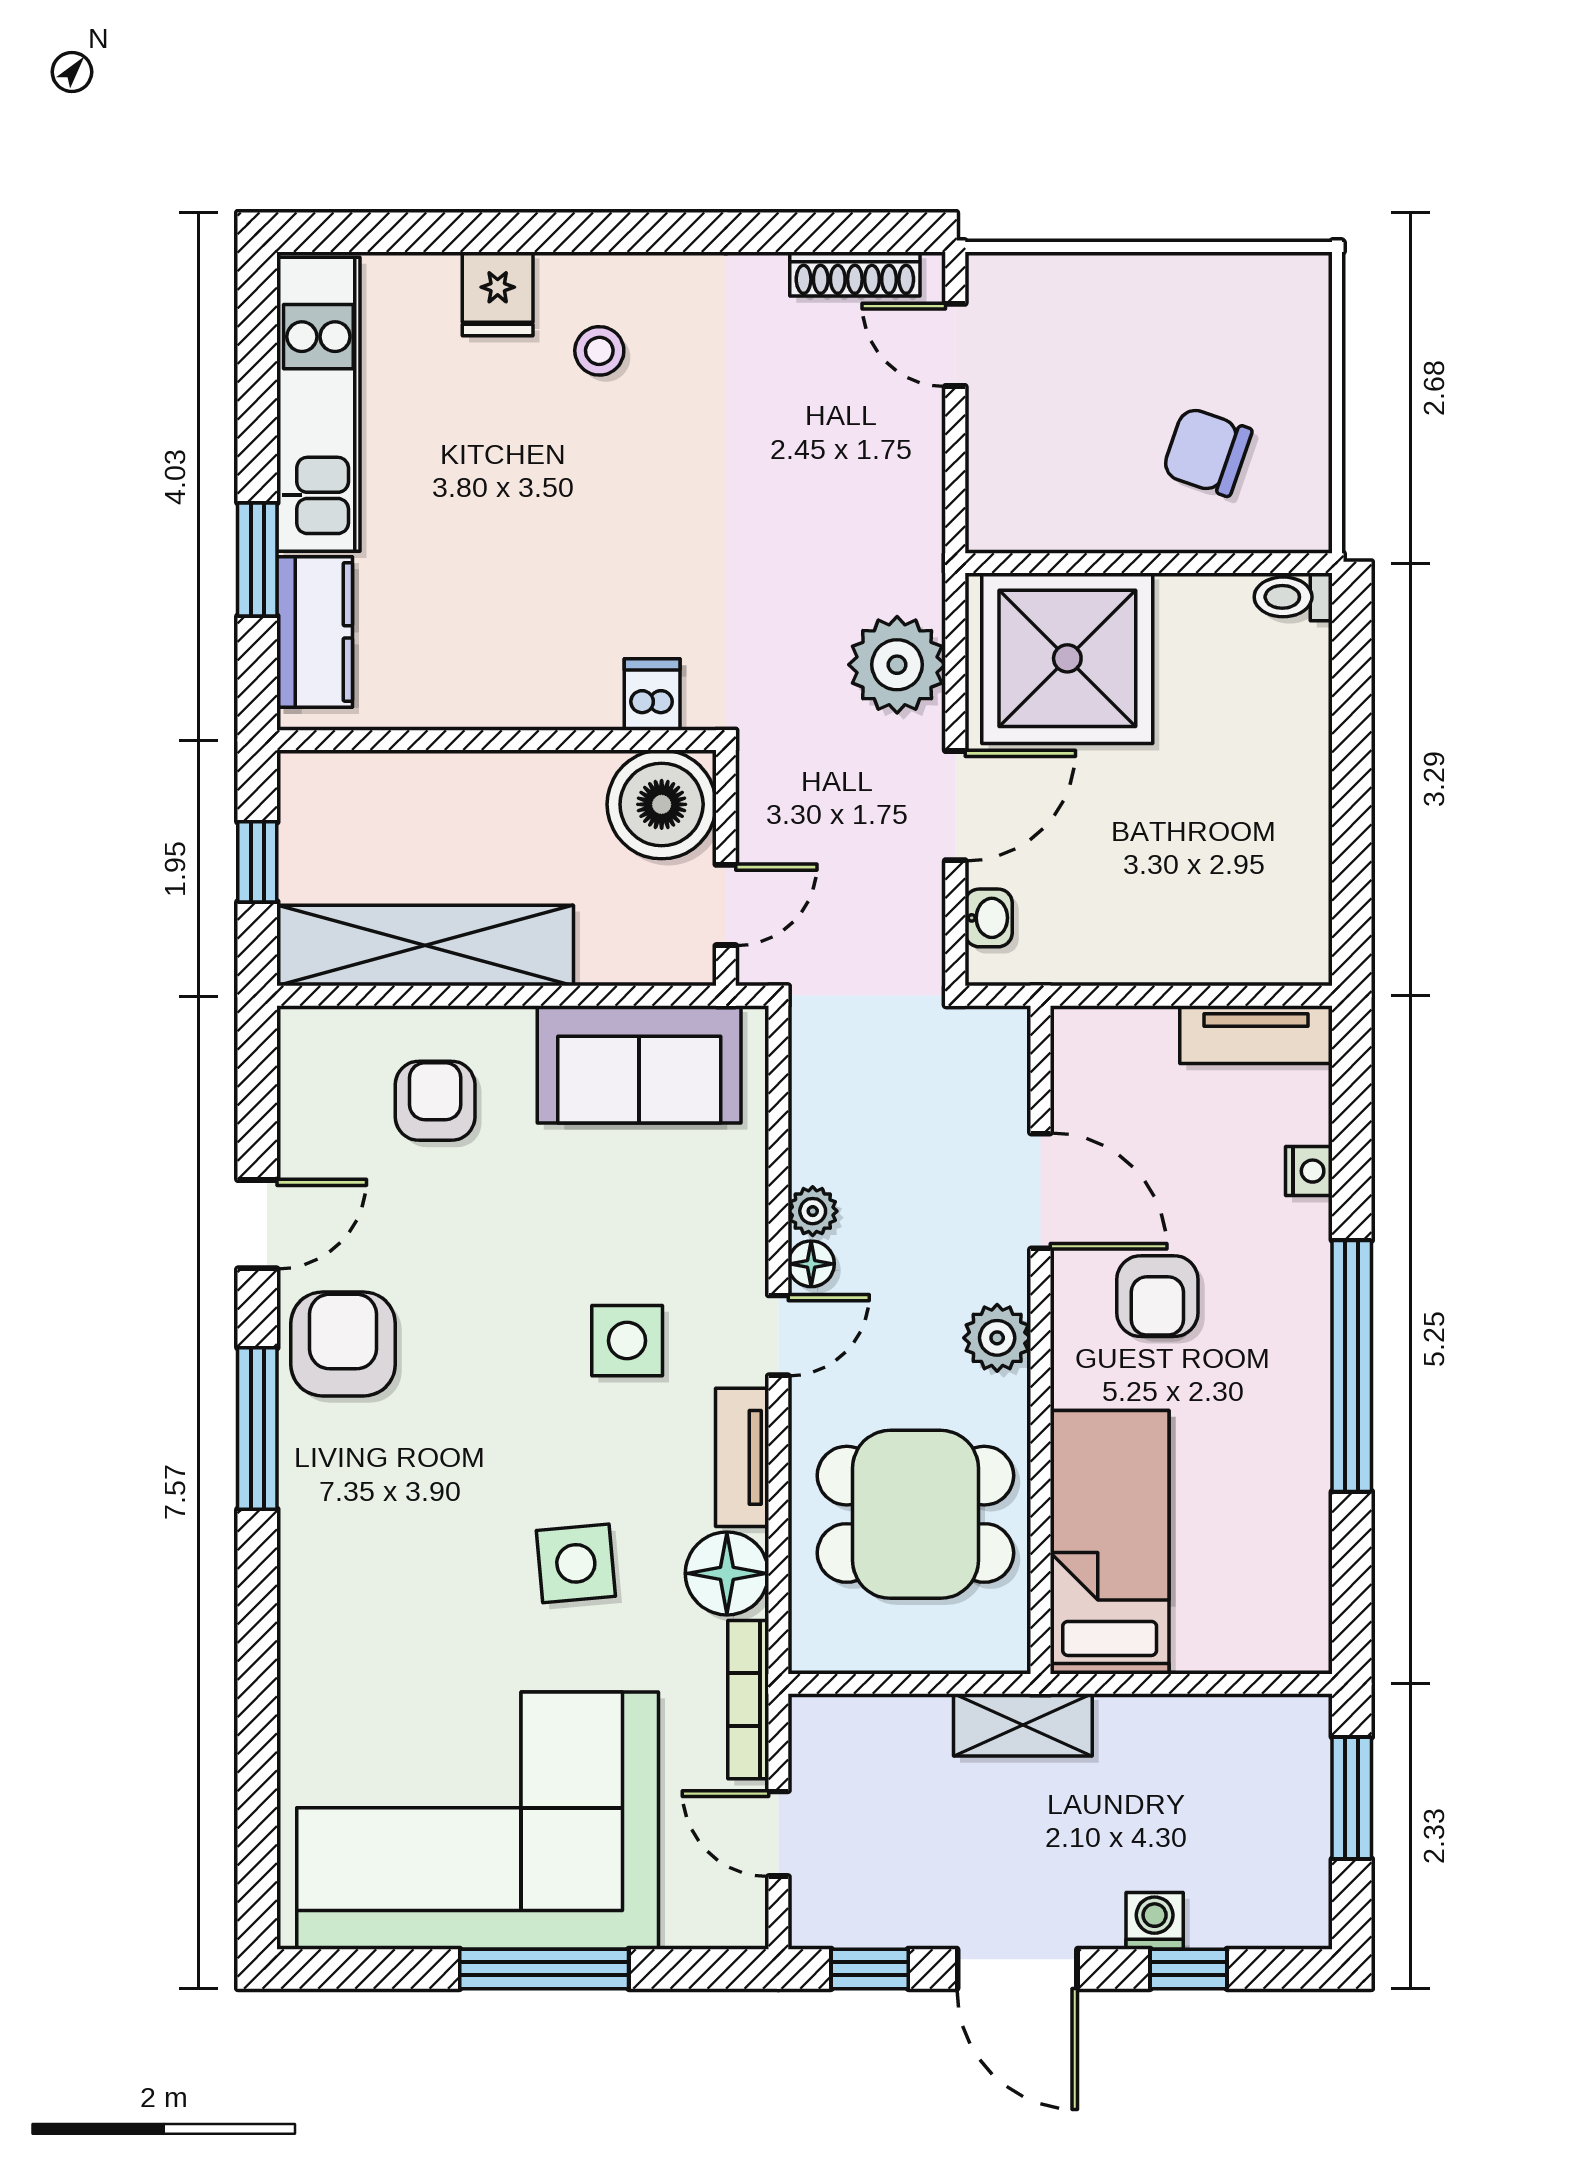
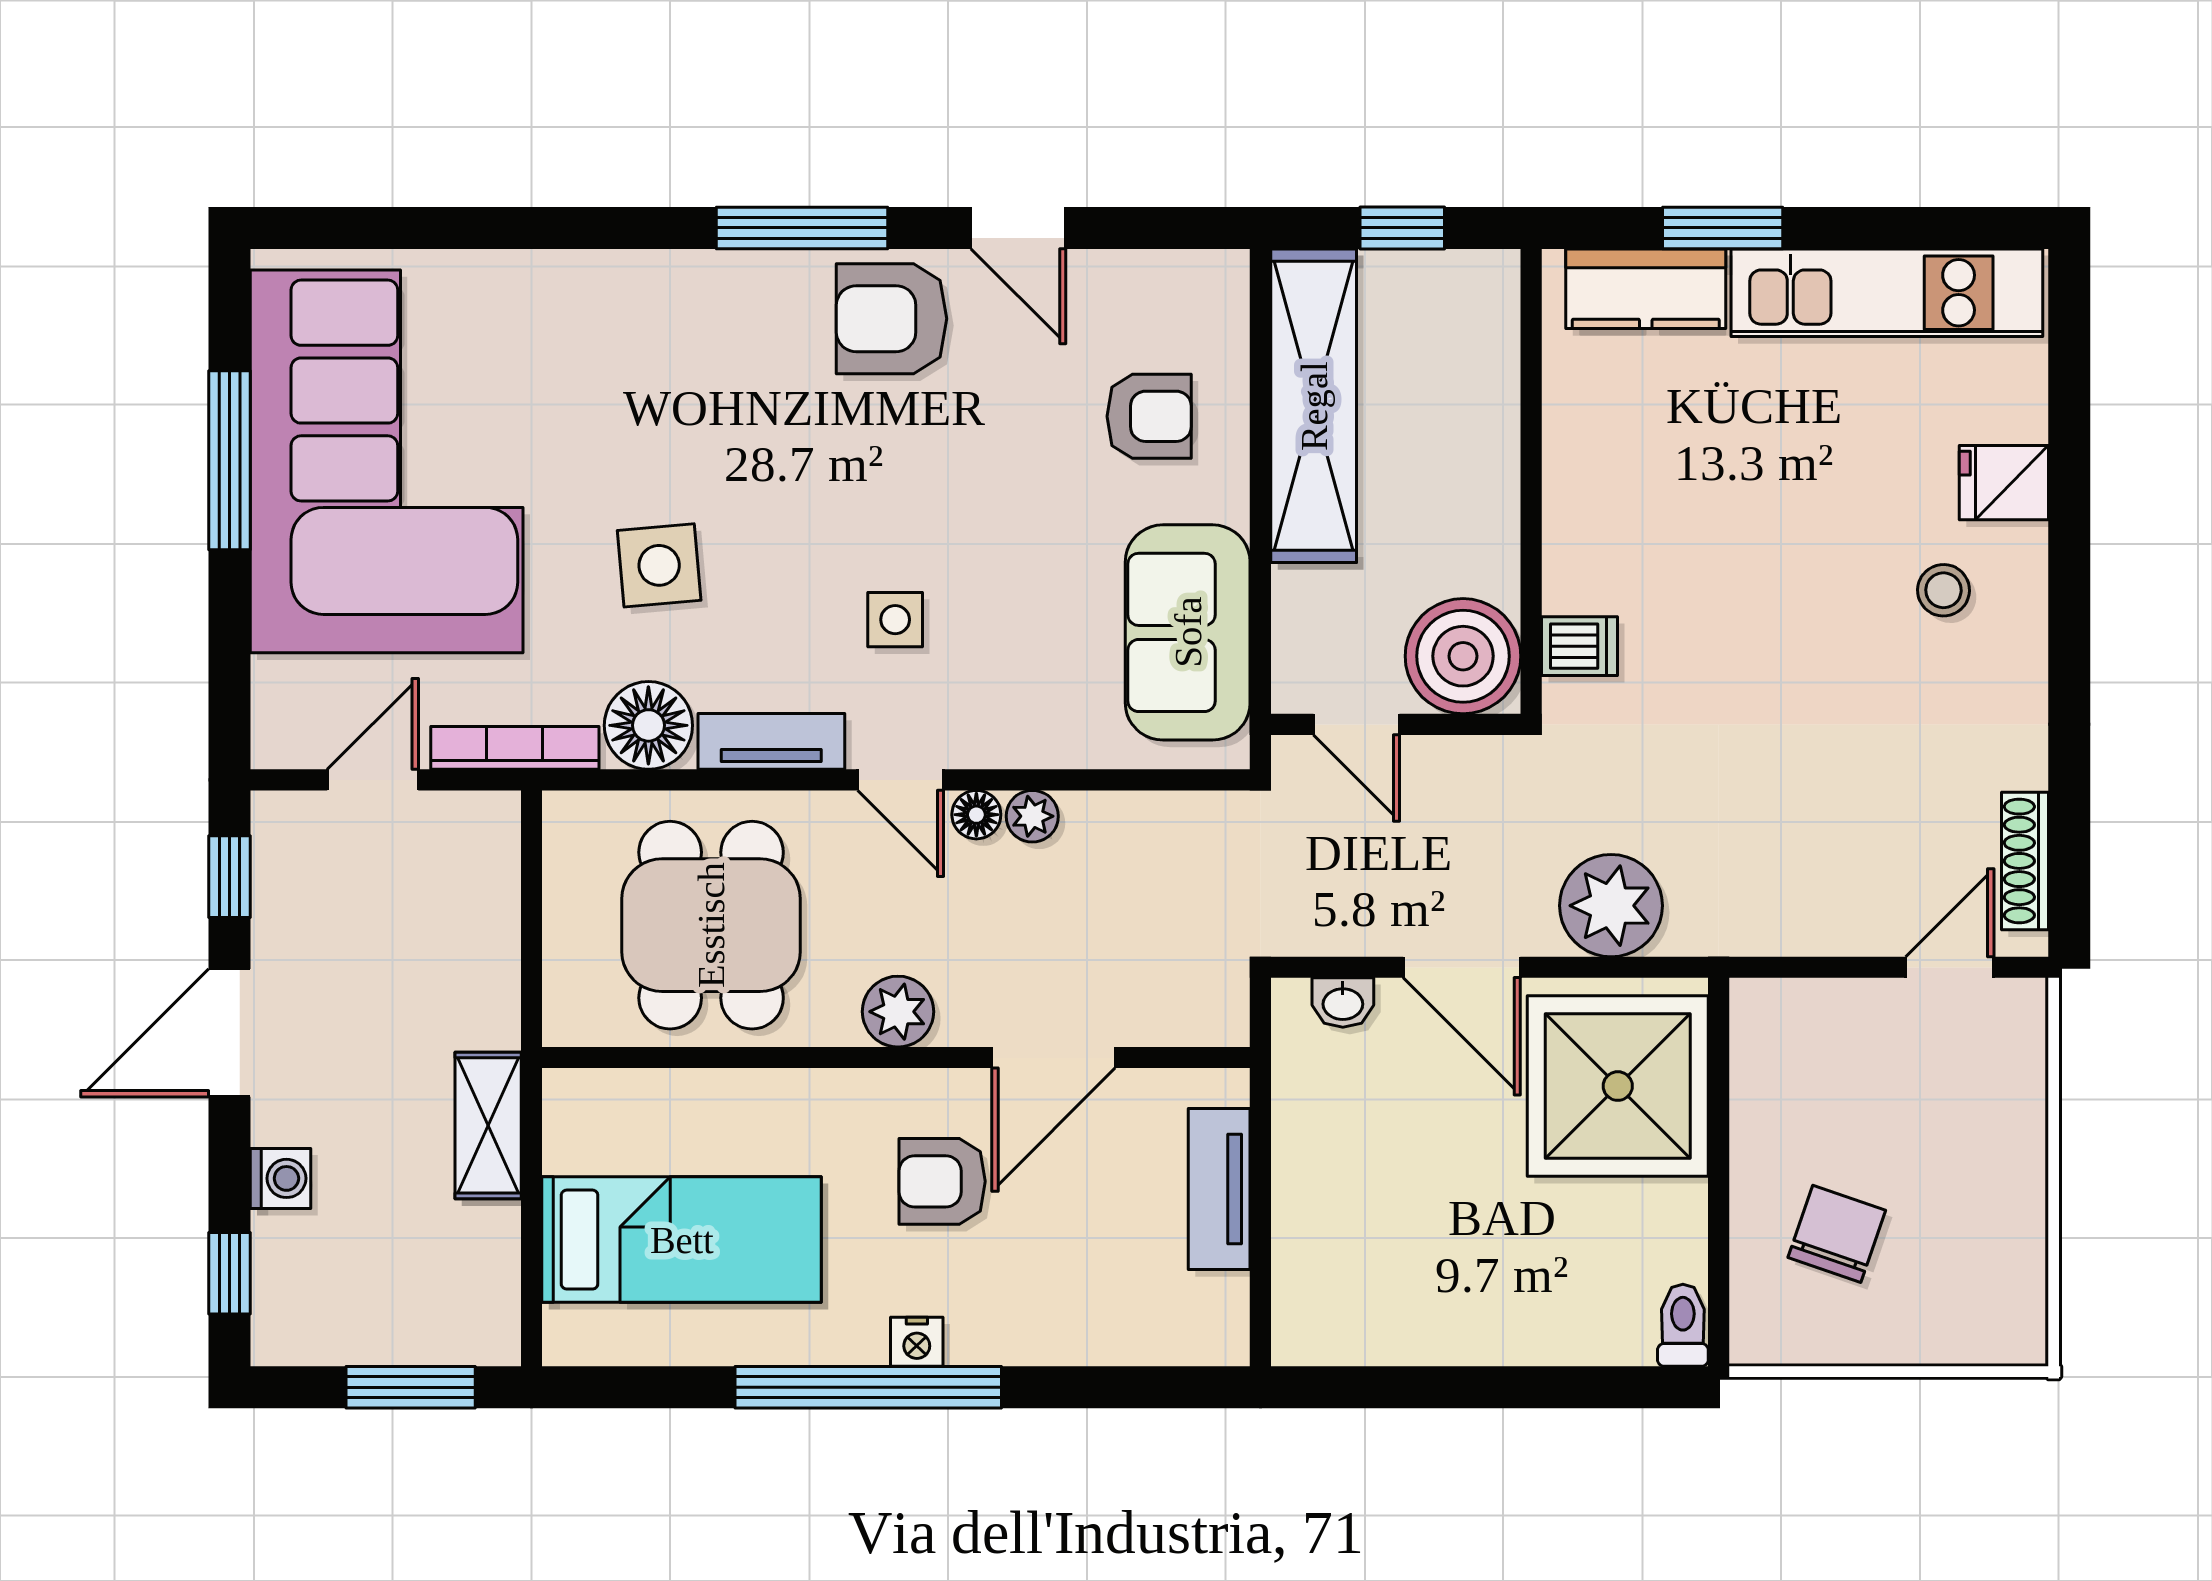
tv unit: (1256, 1035) -> (1219, 1189), moved
nightstand: (1309, 1171) -> (917, 1342), moved
side table: (627, 1341) -> (895, 620), width x0.73, depth x0.73
armchair: (343, 1344) -> (891, 319), turned 180
bed: (1110, 1542) -> (682, 1240), moved
shelving: (1023, 1725) -> (488, 1125), moved
window: (544, 1969) -> (229, 460), moved
window: (1189, 1969) -> (229, 1273), moved

